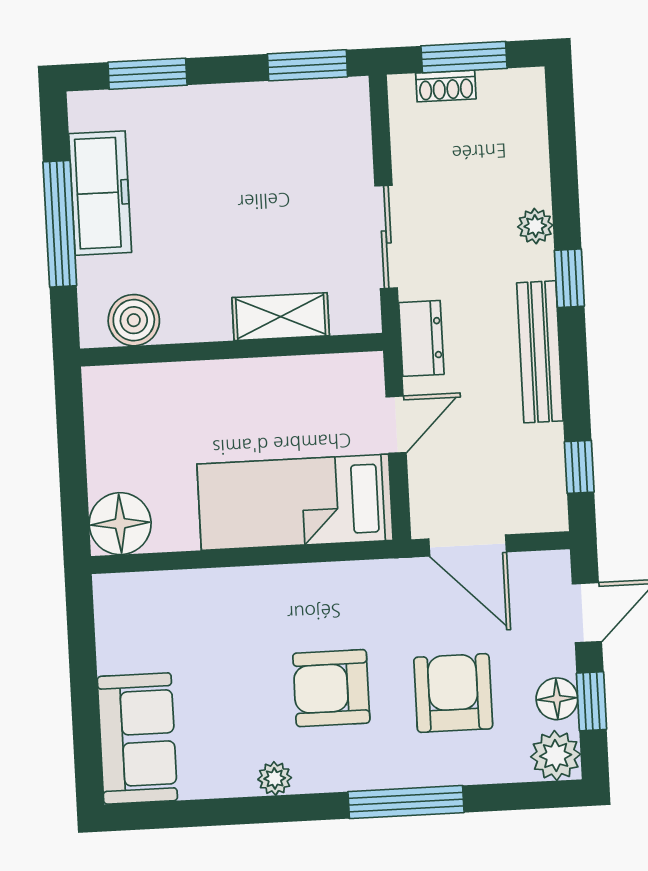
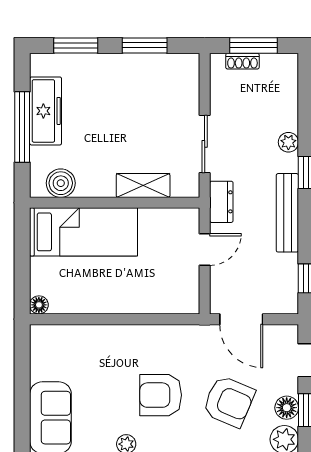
window: (307, 65) -> (145, 45), moved
bed: (295, 502) -> (84, 232), moved, turned 180
floor lamp: (120, 524) -> (39, 305), width x0.53, depth x0.53
armchair: (453, 693) -> (229, 401), turned 113

